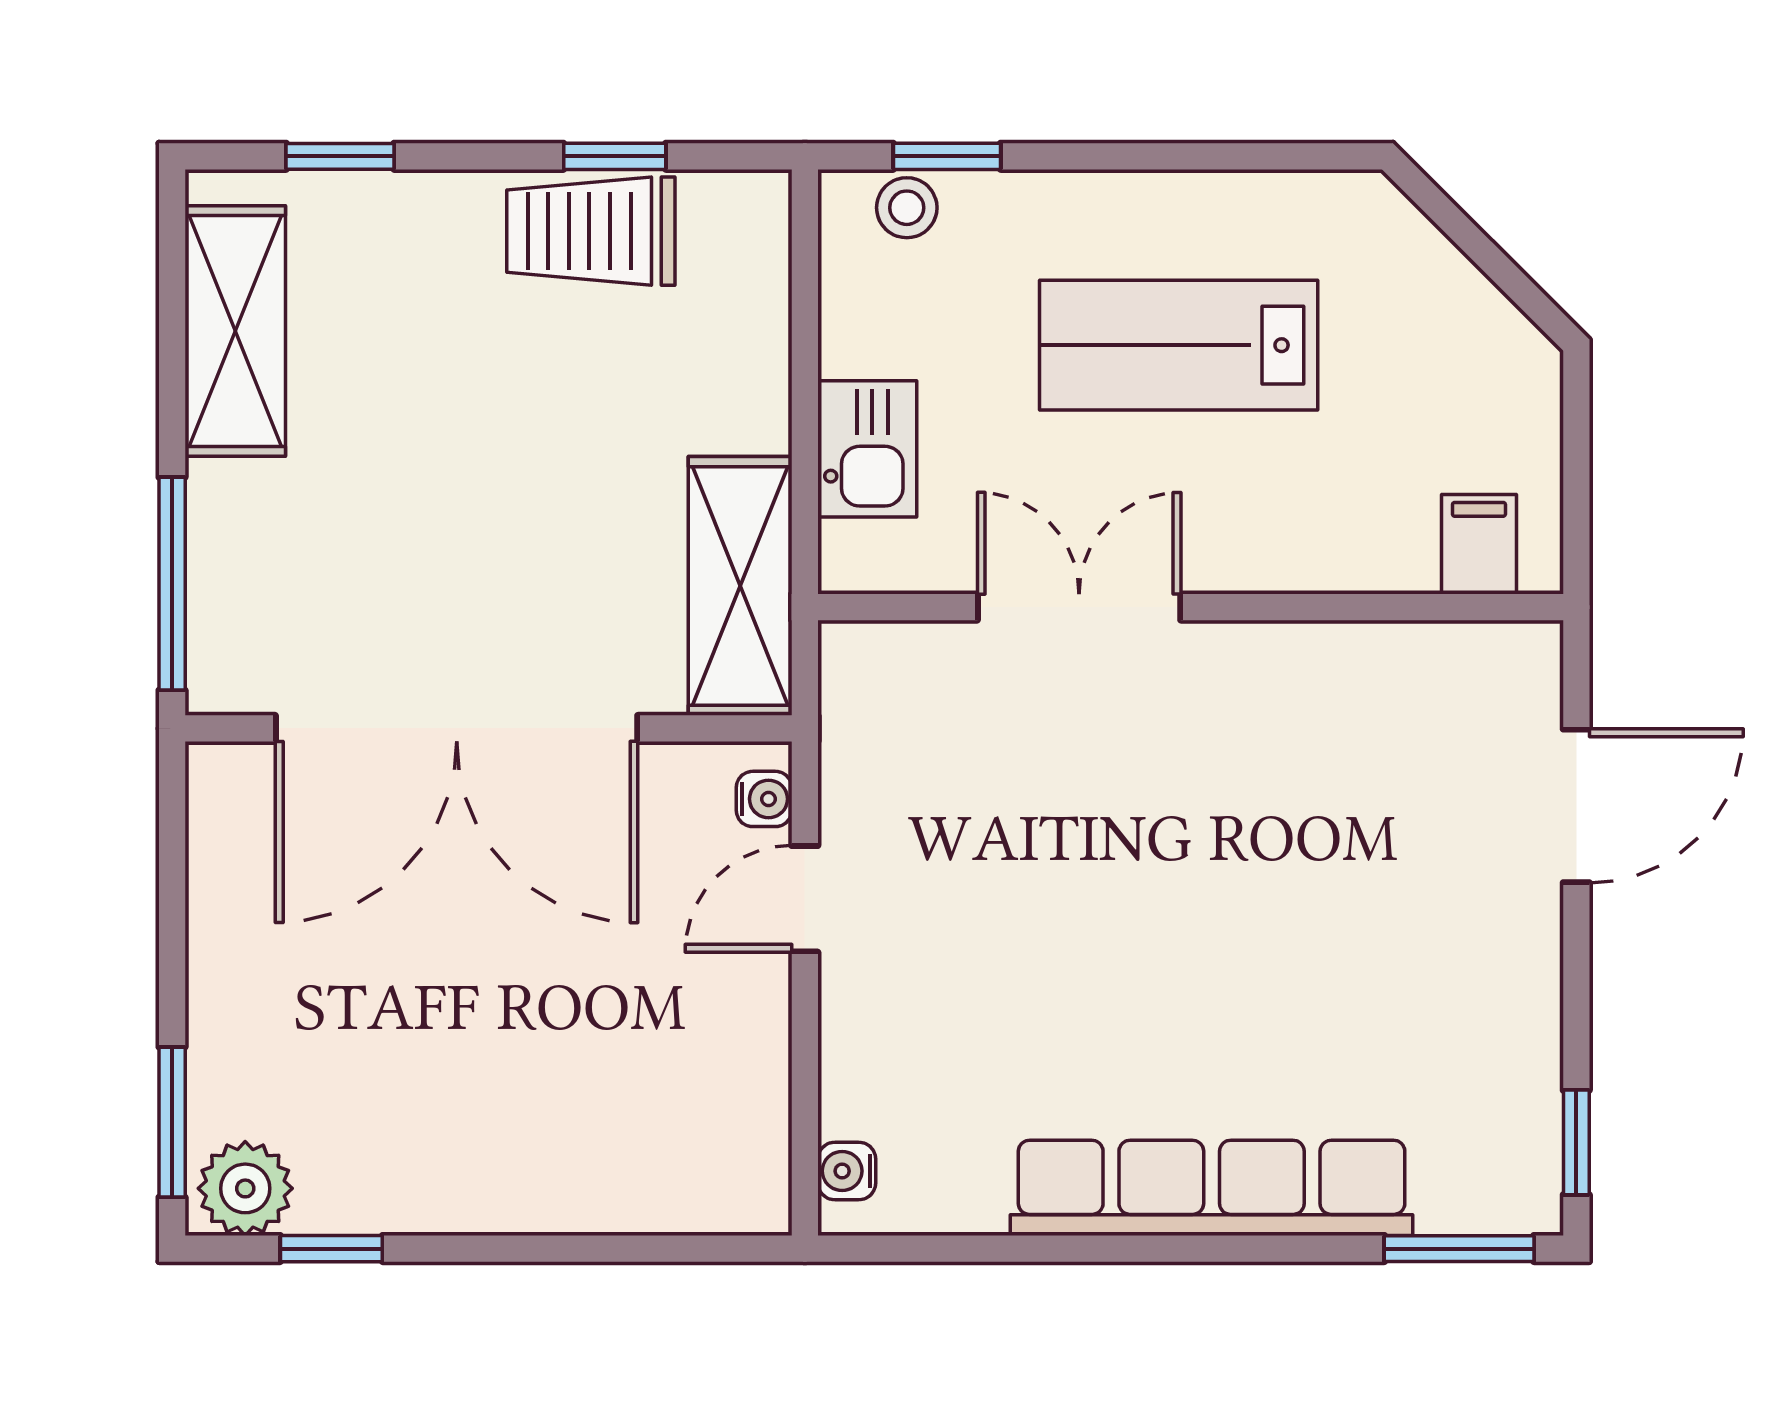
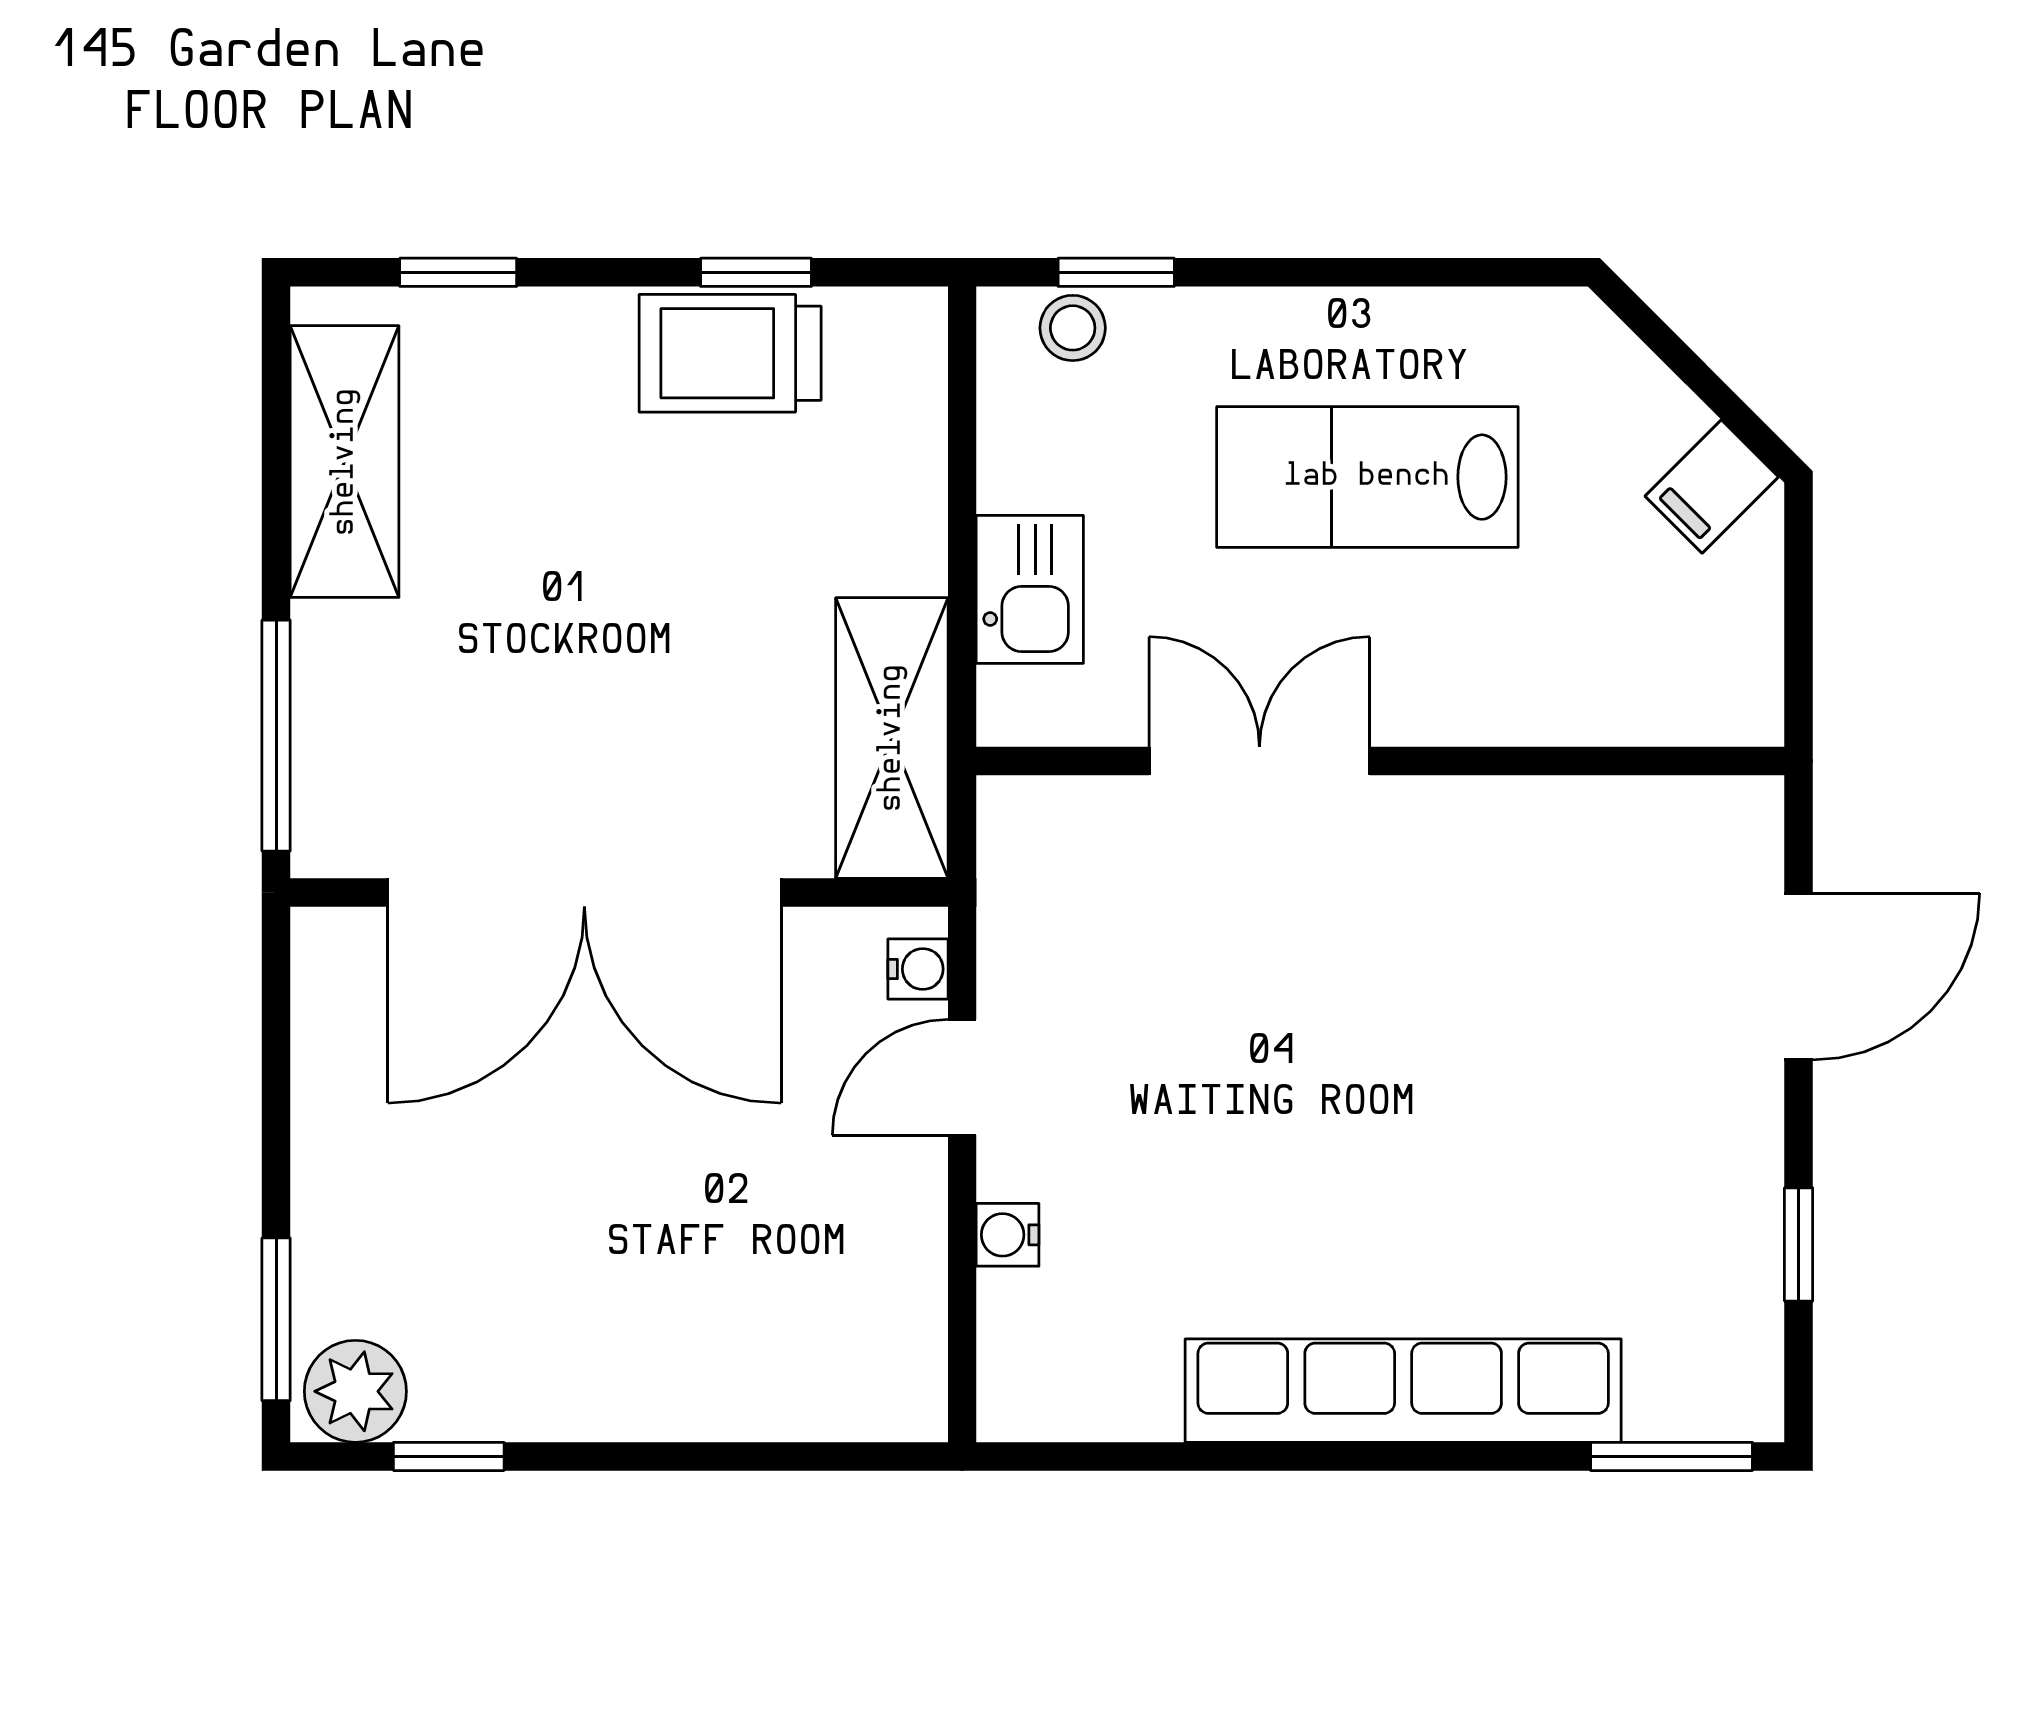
filing cabinet: (1479, 544) -> (1712, 486), moved, turned -135
window: (1576, 1142) -> (1799, 1244), moved
water cooler: (847, 1171) -> (1008, 1235), moved

